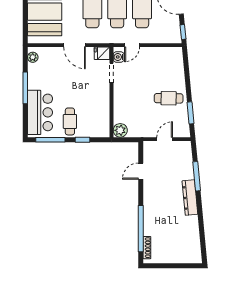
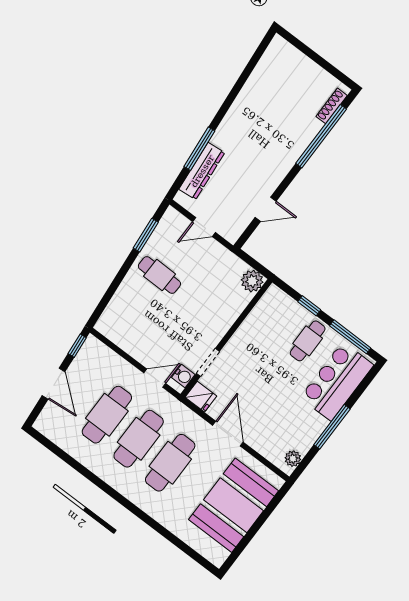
dresser: (190, 198) -> (202, 171), moved

